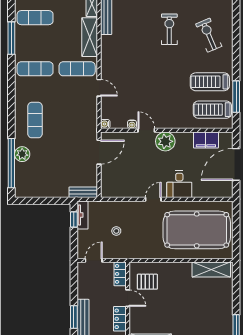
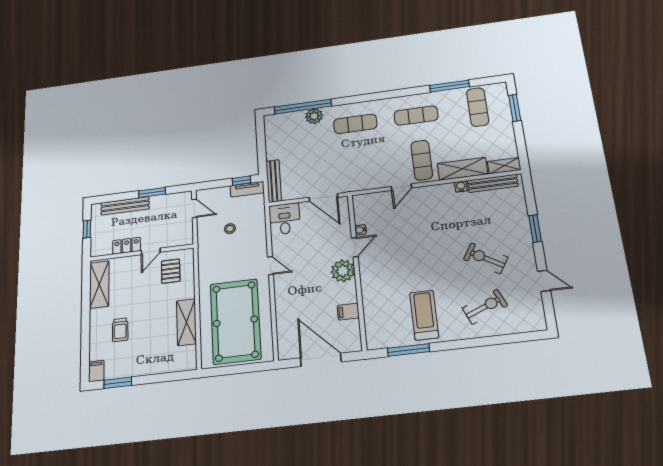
exercise bike: (169, 29) -> (486, 258), turned -149
exercise mat: (35, 69) -> (416, 116), turned 90
treadmill: (212, 110) -> (389, 322), removed
water cooler: (105, 124) -> (461, 187), moved
filing cabinet: (206, 140) -> (348, 312), width x0.50
desk: (179, 184) -> (285, 219), moved, turned 90
bench: (83, 192) -> (274, 181), width x1.36
shelving: (211, 270) -> (186, 322), moved
locker: (120, 274) -> (179, 239), removed
window: (74, 317) -> (152, 192), moved
trolley: (192, 324) -> (120, 330), added

